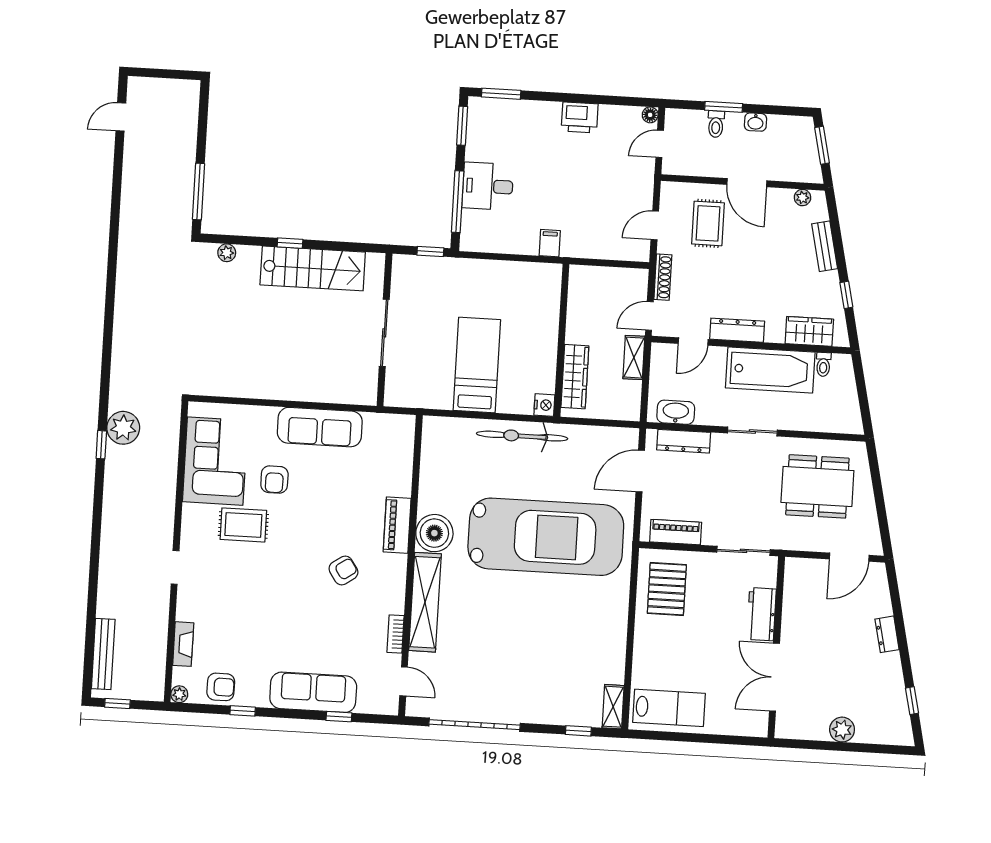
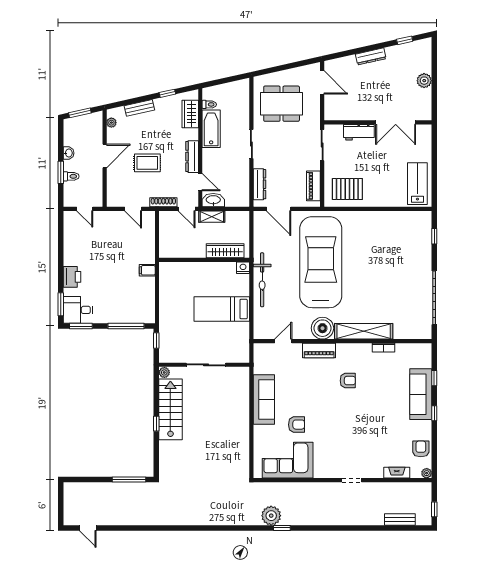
floor lamp: (650, 115) -> (68, 215), removed
printer: (580, 117) -> (72, 277), moved
desk: (488, 186) -> (78, 310), moved, turned 90
rug: (708, 223) -> (147, 163), moved
plant: (227, 253) -> (164, 372), moved
bathtub: (770, 370) -> (211, 129), width x0.73, depth x0.73
washbasin: (676, 412) -> (213, 200), moved, turned 90
dining table: (817, 486) -> (282, 104), turned 90
rug: (243, 525) -> (324, 441), removed
armchair: (343, 570) -> (348, 381), turned 124
dresser: (887, 634) -> (371, 56), width x1.44
bench: (103, 654) -> (400, 519), width x0.73
door: (404, 681) -> (283, 341), moved
shelving: (613, 707) -> (419, 217), removed
window: (243, 711) -> (434, 413), moved

